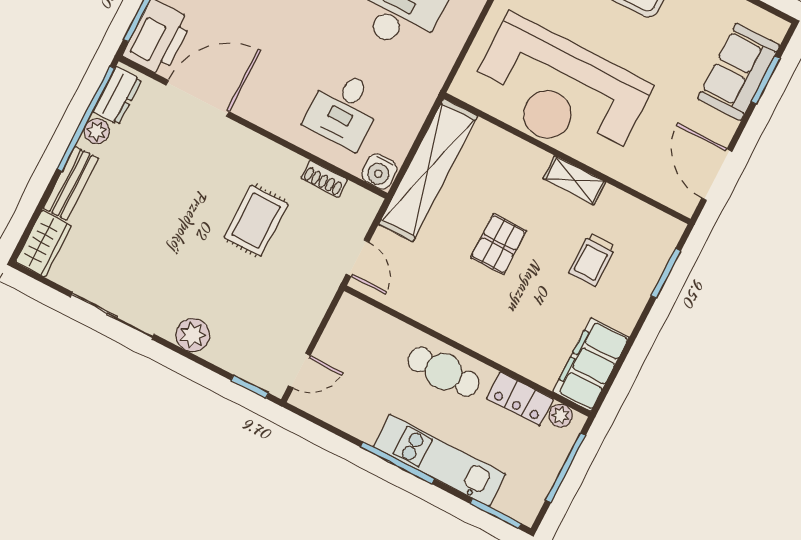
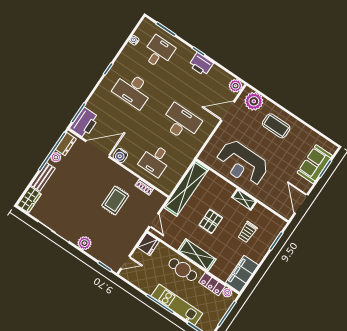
reception desk: (559, 91) -> (242, 163), width x0.74, depth x0.77
water cooler: (379, 172) -> (120, 155), moved
fridge: (351, 319) -> (148, 244), added
shelving: (474, 331) -> (197, 255), added

